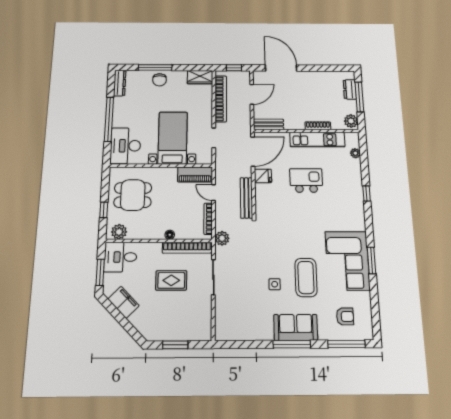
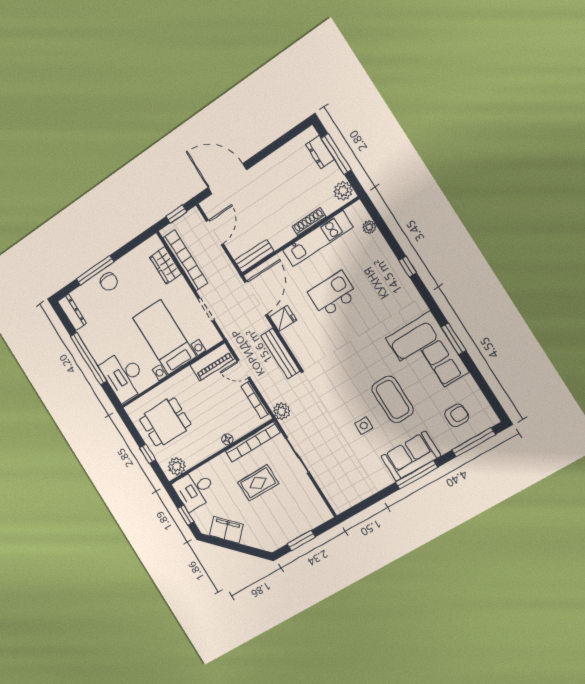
wardrobe: (200, 77) -> (166, 265), moved, turned 90
window: (100, 272) -> (186, 515), width x0.67

